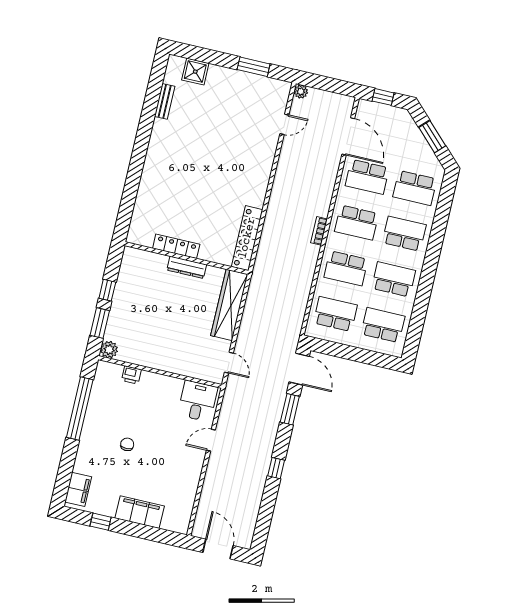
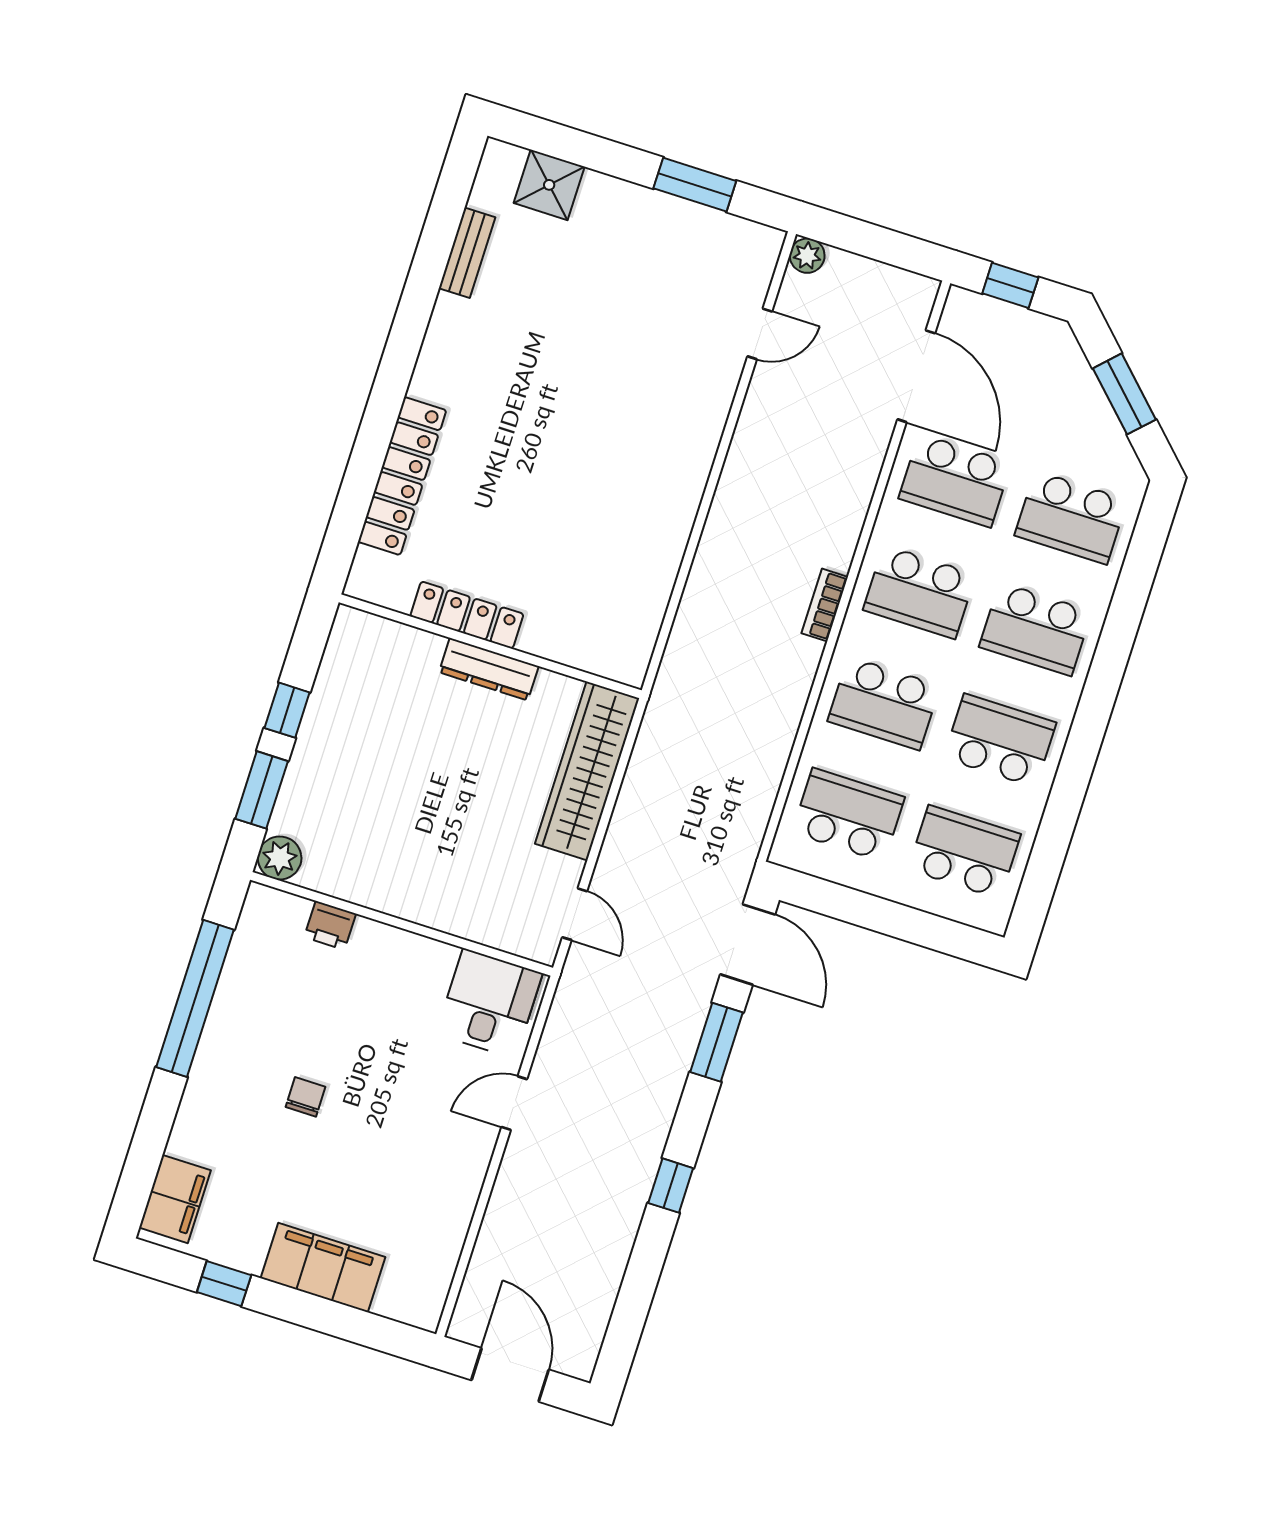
school desk: (404, 234) -> (1035, 629), turned 180
locker: (247, 238) -> (402, 476), moved, turned 180

